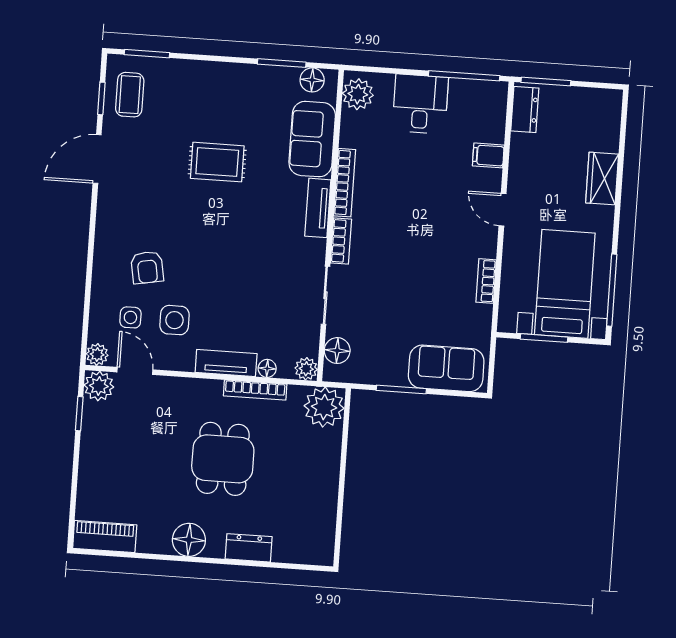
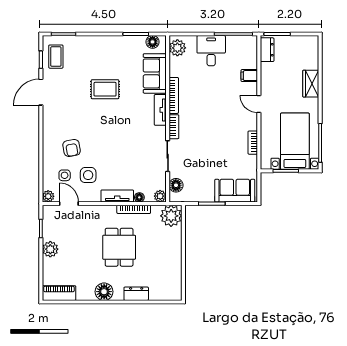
plant: (99, 386) -> (50, 249), moved

